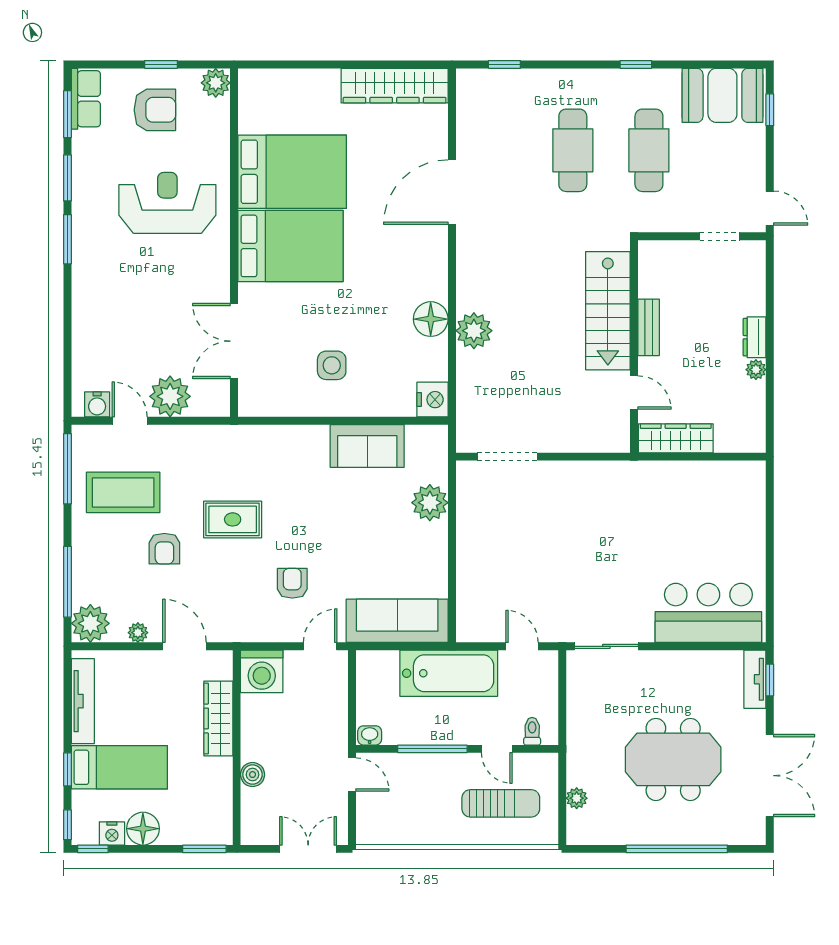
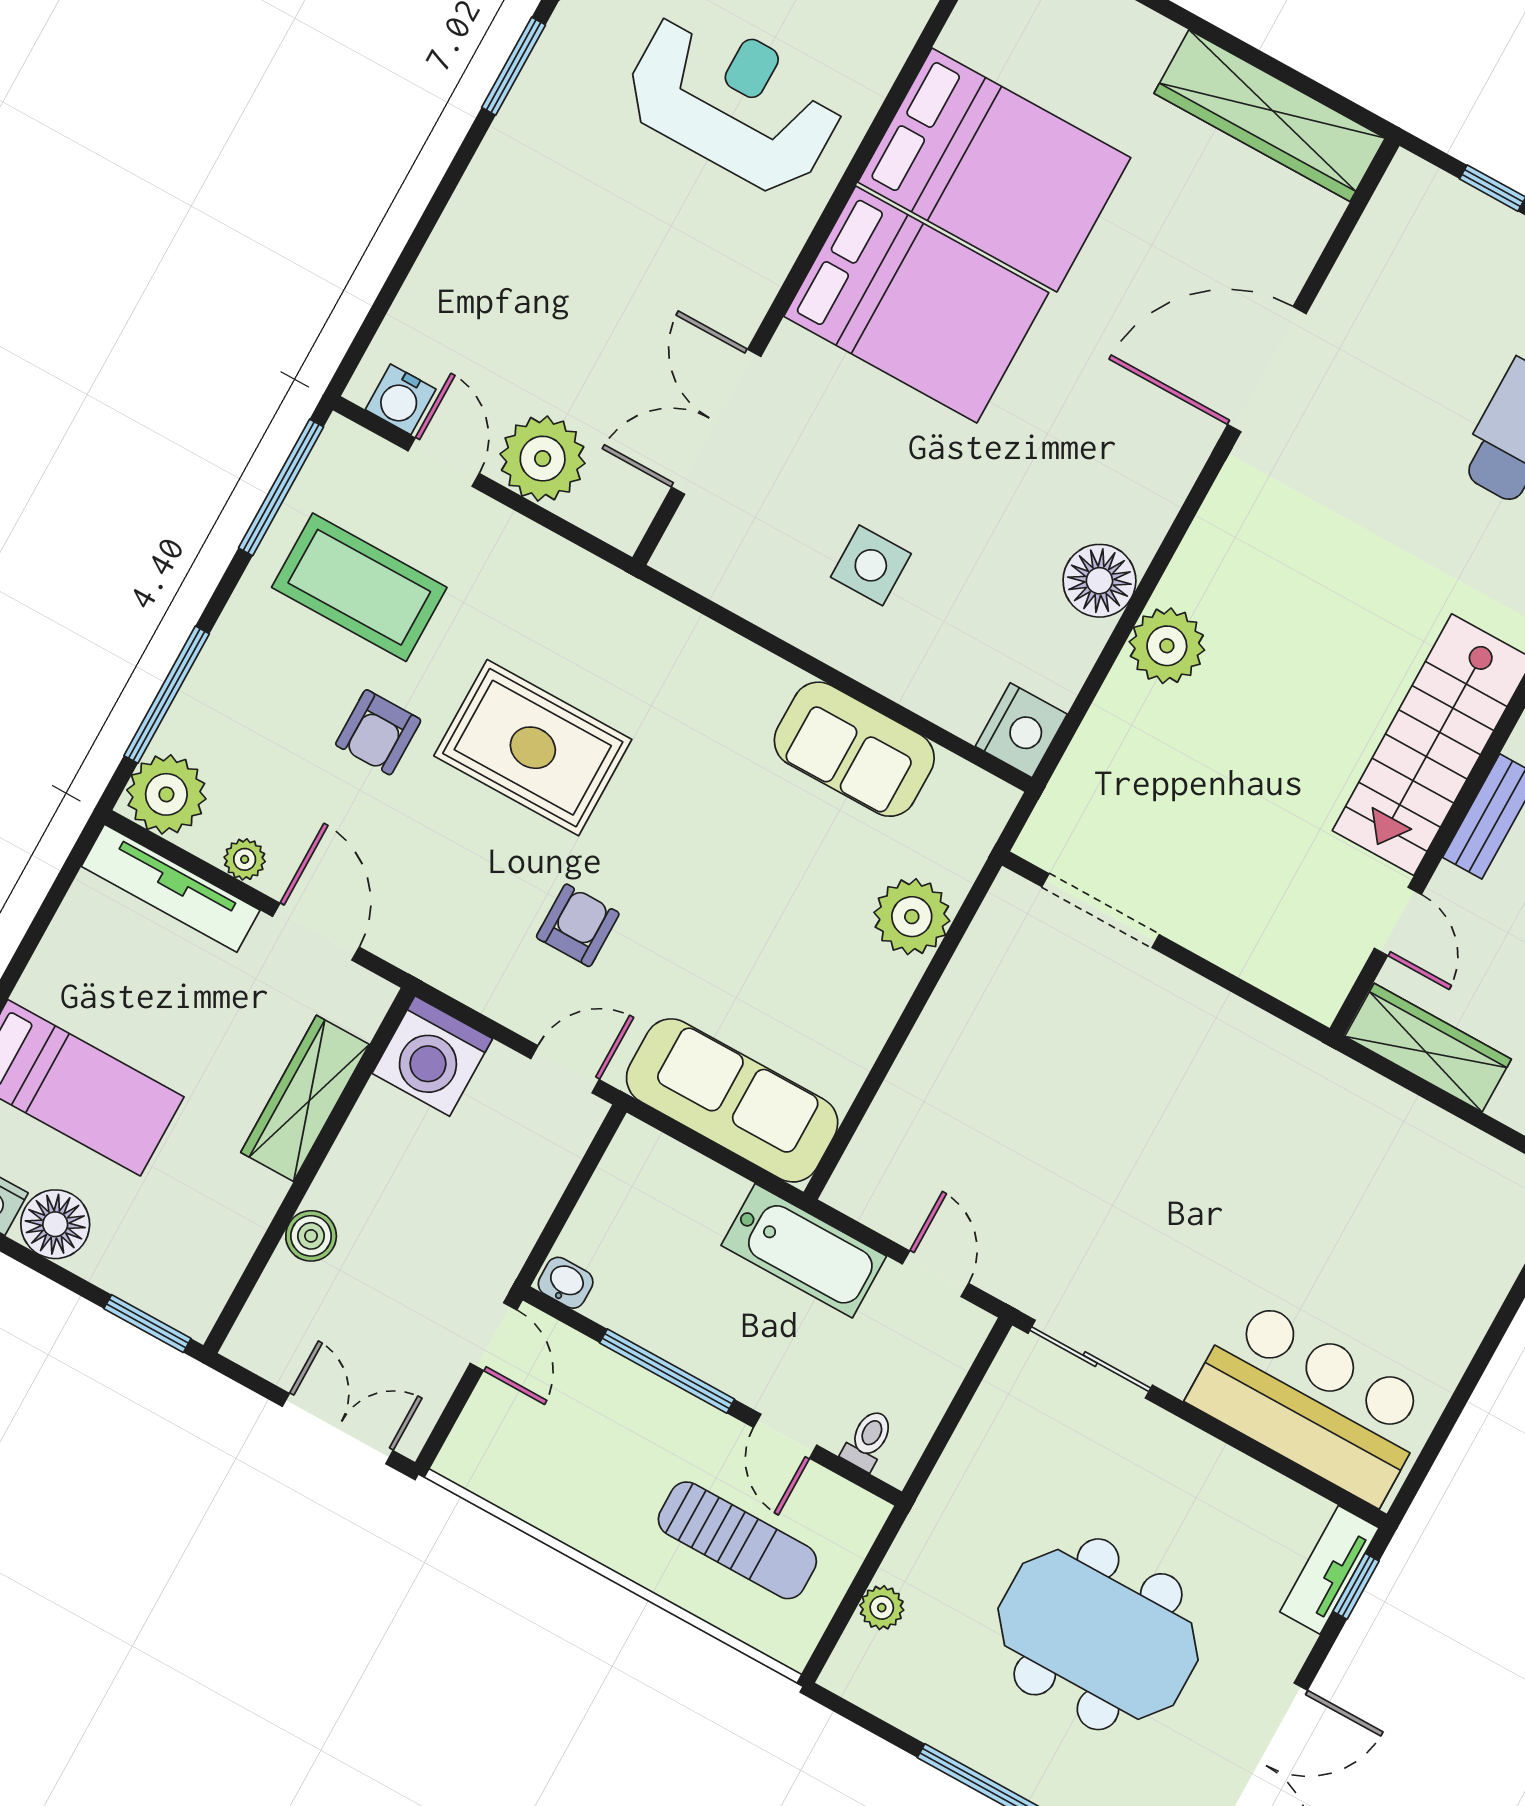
rug: (233, 519) -> (533, 748), width x1.36, depth x1.43
bathtub: (449, 673) -> (804, 1251), width x0.73, depth x0.73
tv unit: (83, 701) -> (171, 888), moved, turned 90

